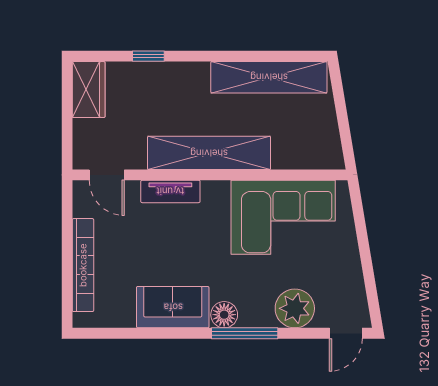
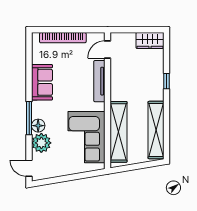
window: (148, 56) -> (167, 81), moved
shelving: (209, 153) -> (119, 132), moved
tv unit: (170, 191) -> (99, 81), width x1.41
floor lamp: (224, 315) -> (38, 126), moved

